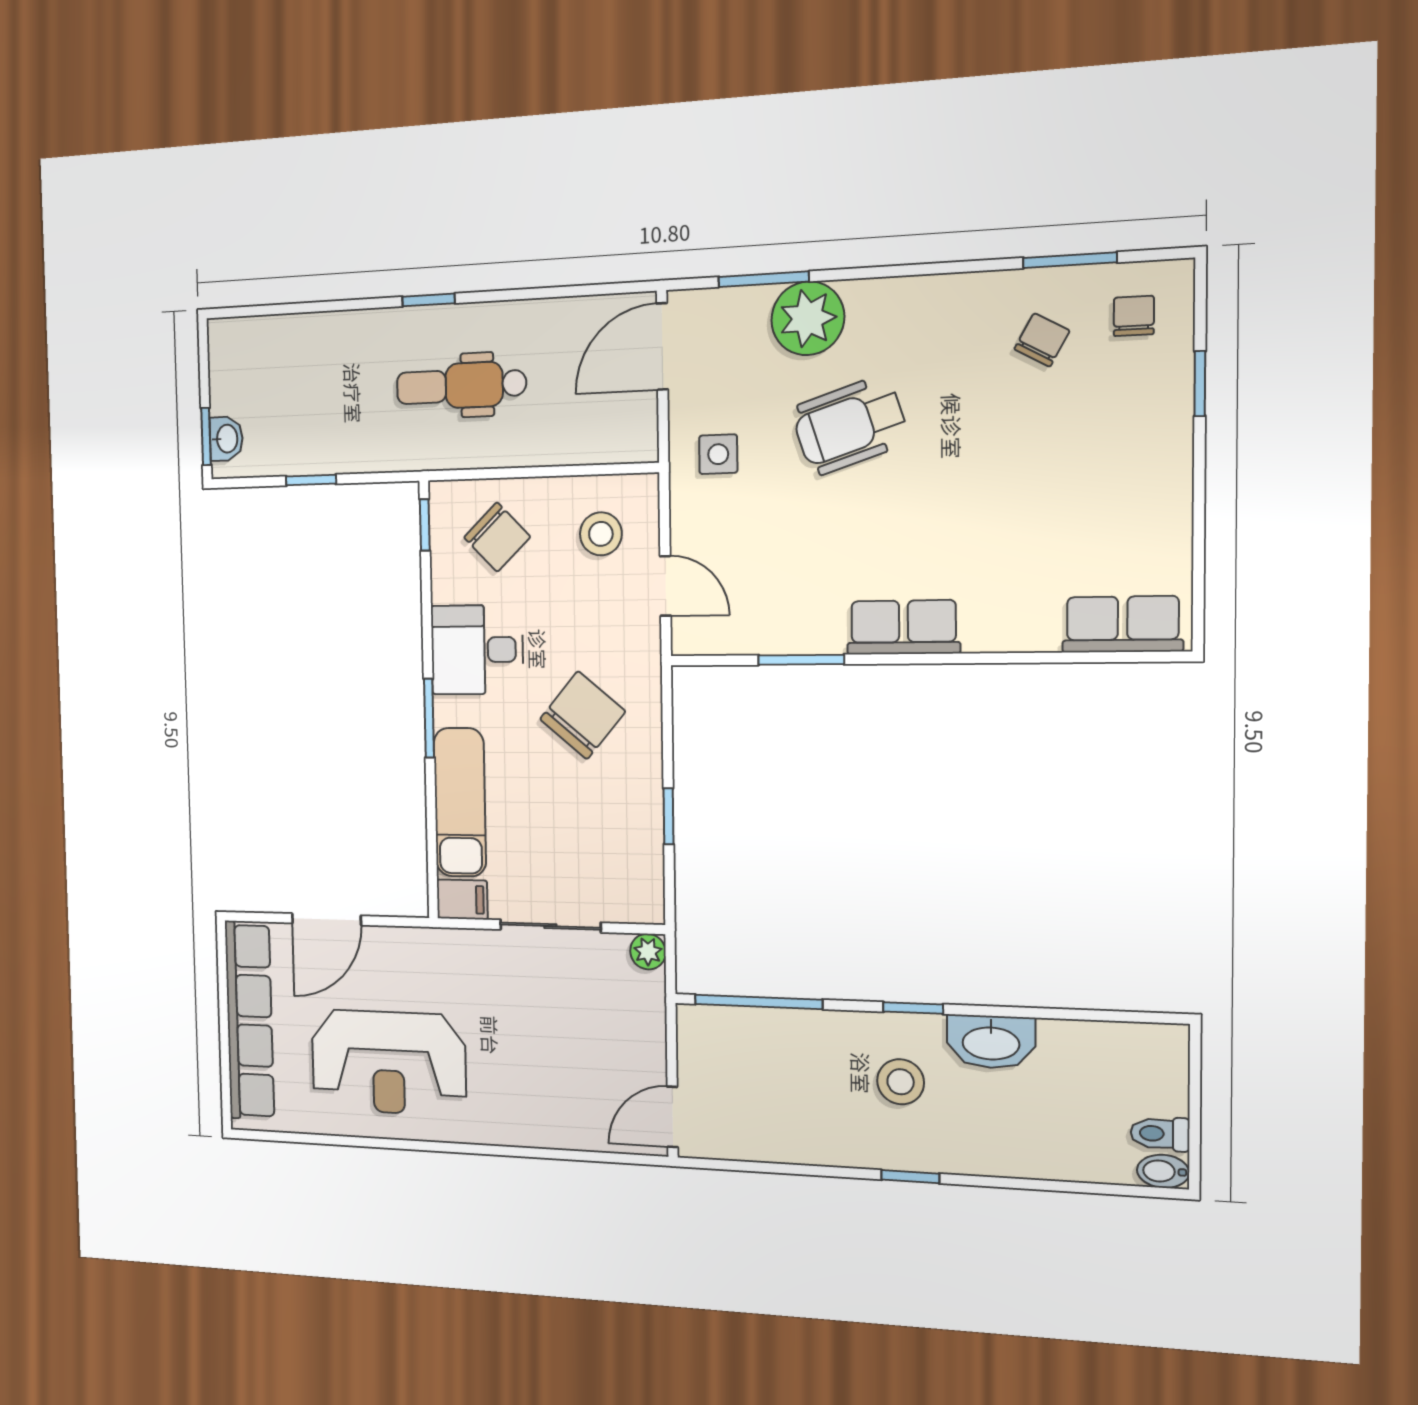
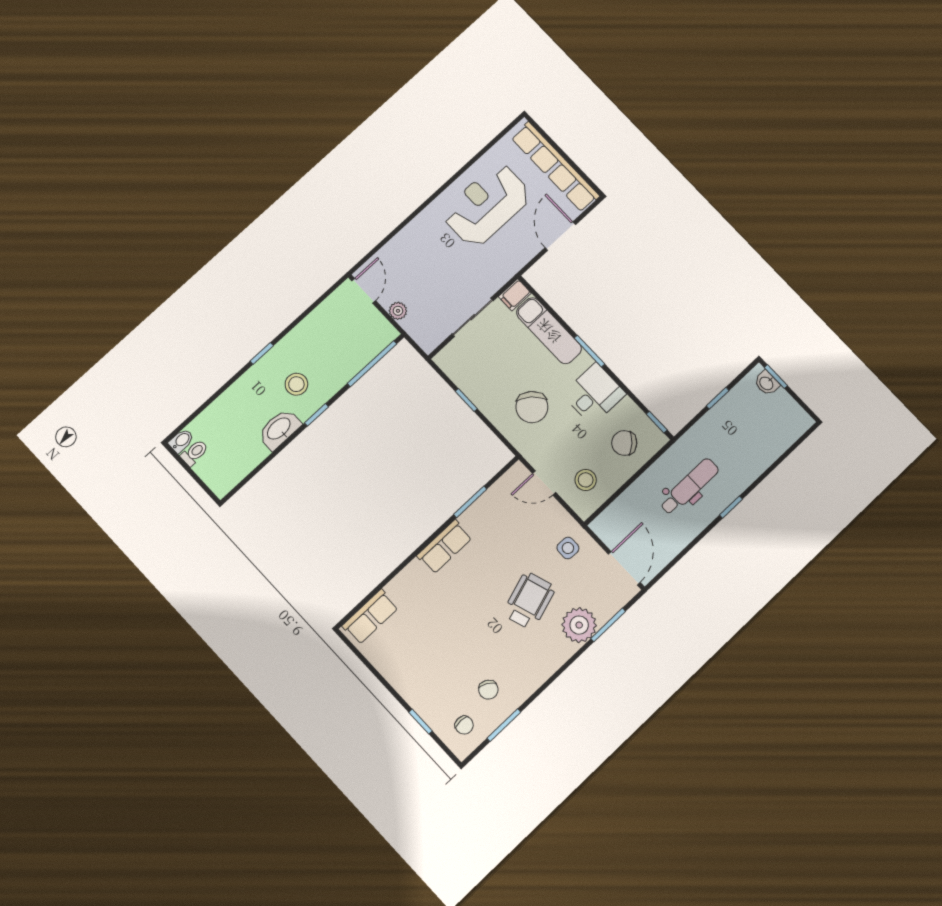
plant: (648, 952) -> (398, 311), moved

